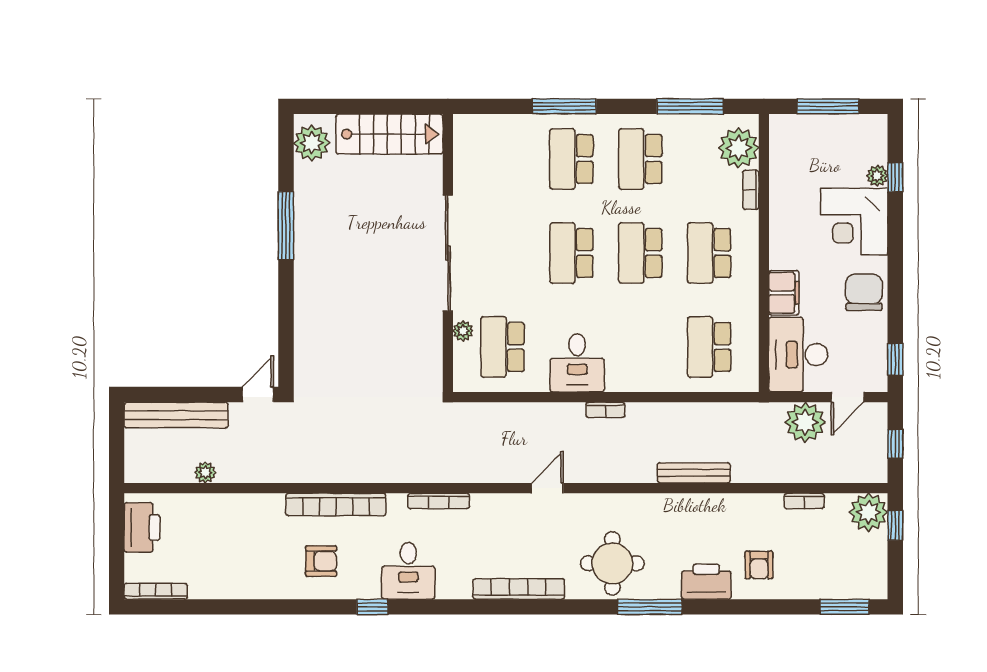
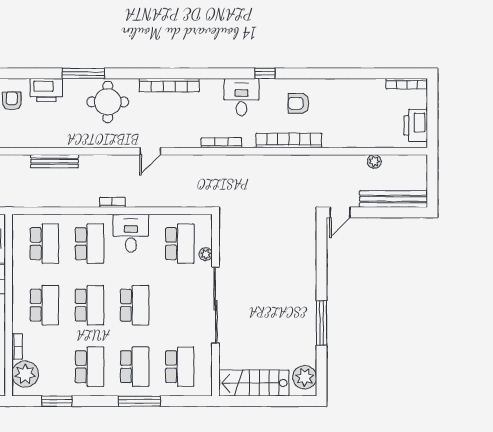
window: (690, 106) -> (57, 401), width x0.69
school desk: (503, 159) -> (180, 367), added
school desk: (640, 347) -> (90, 244), added

